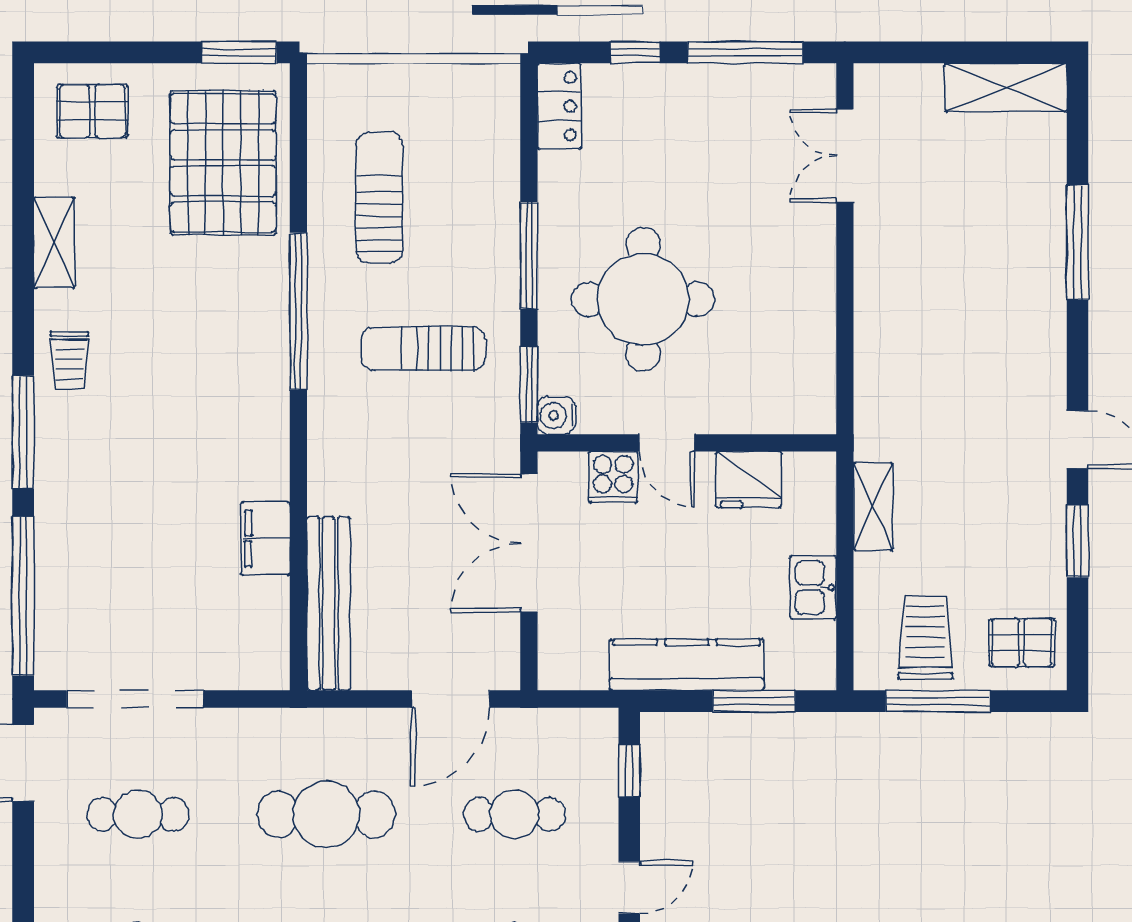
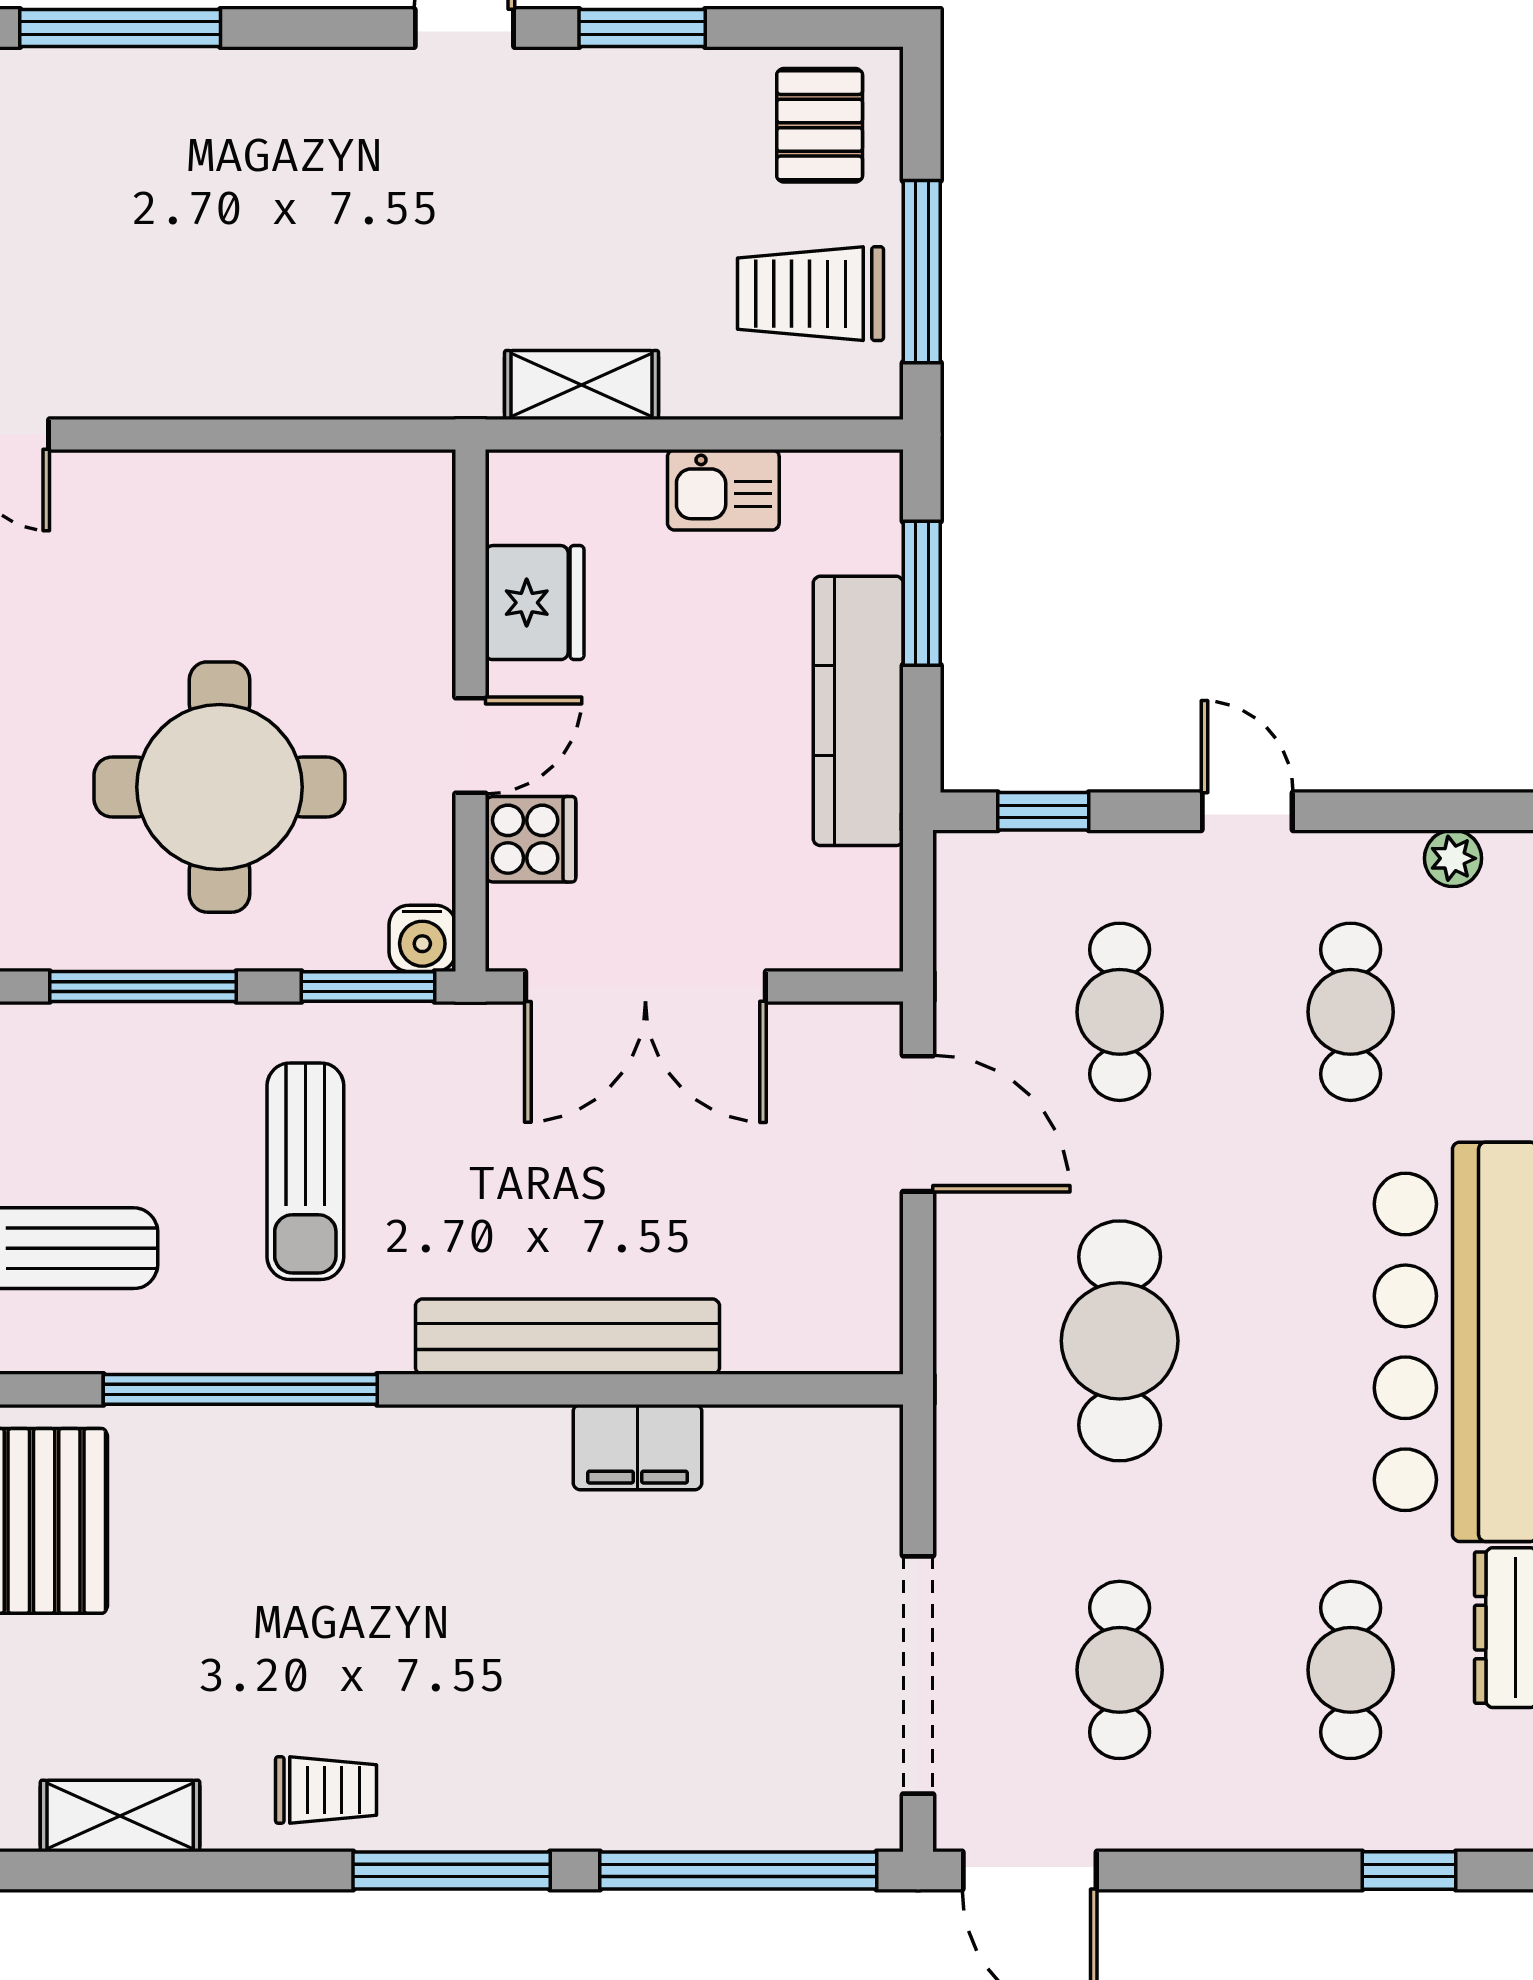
bench: (329, 604) -> (567, 1337), moved

